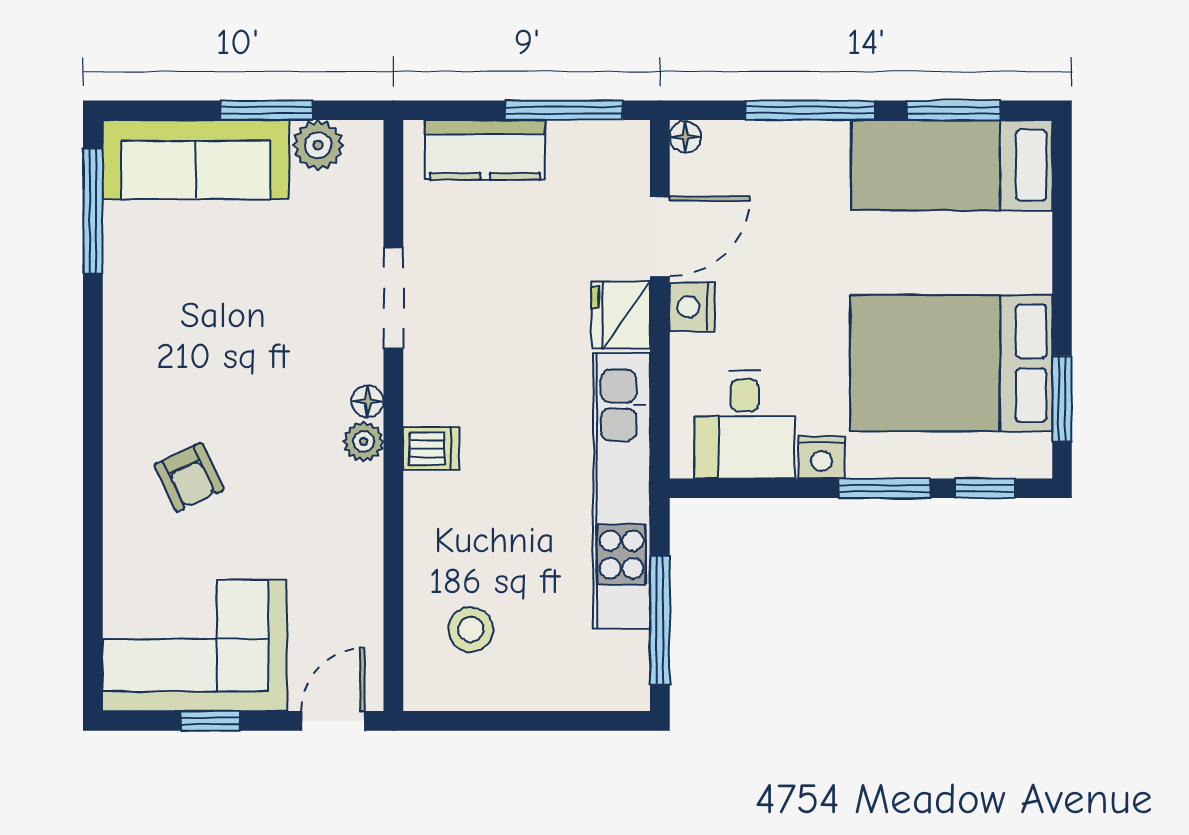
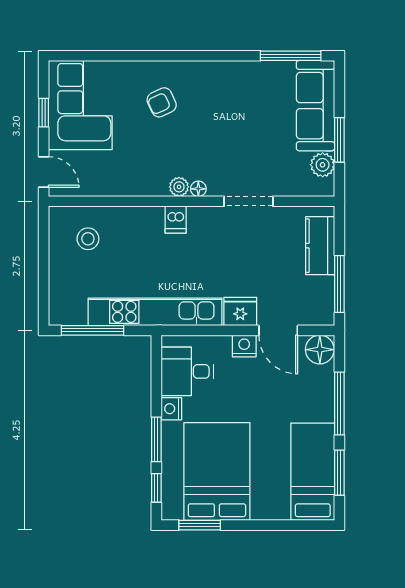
floor lamp: (685, 137) -> (320, 350), width x1.89, depth x1.89

